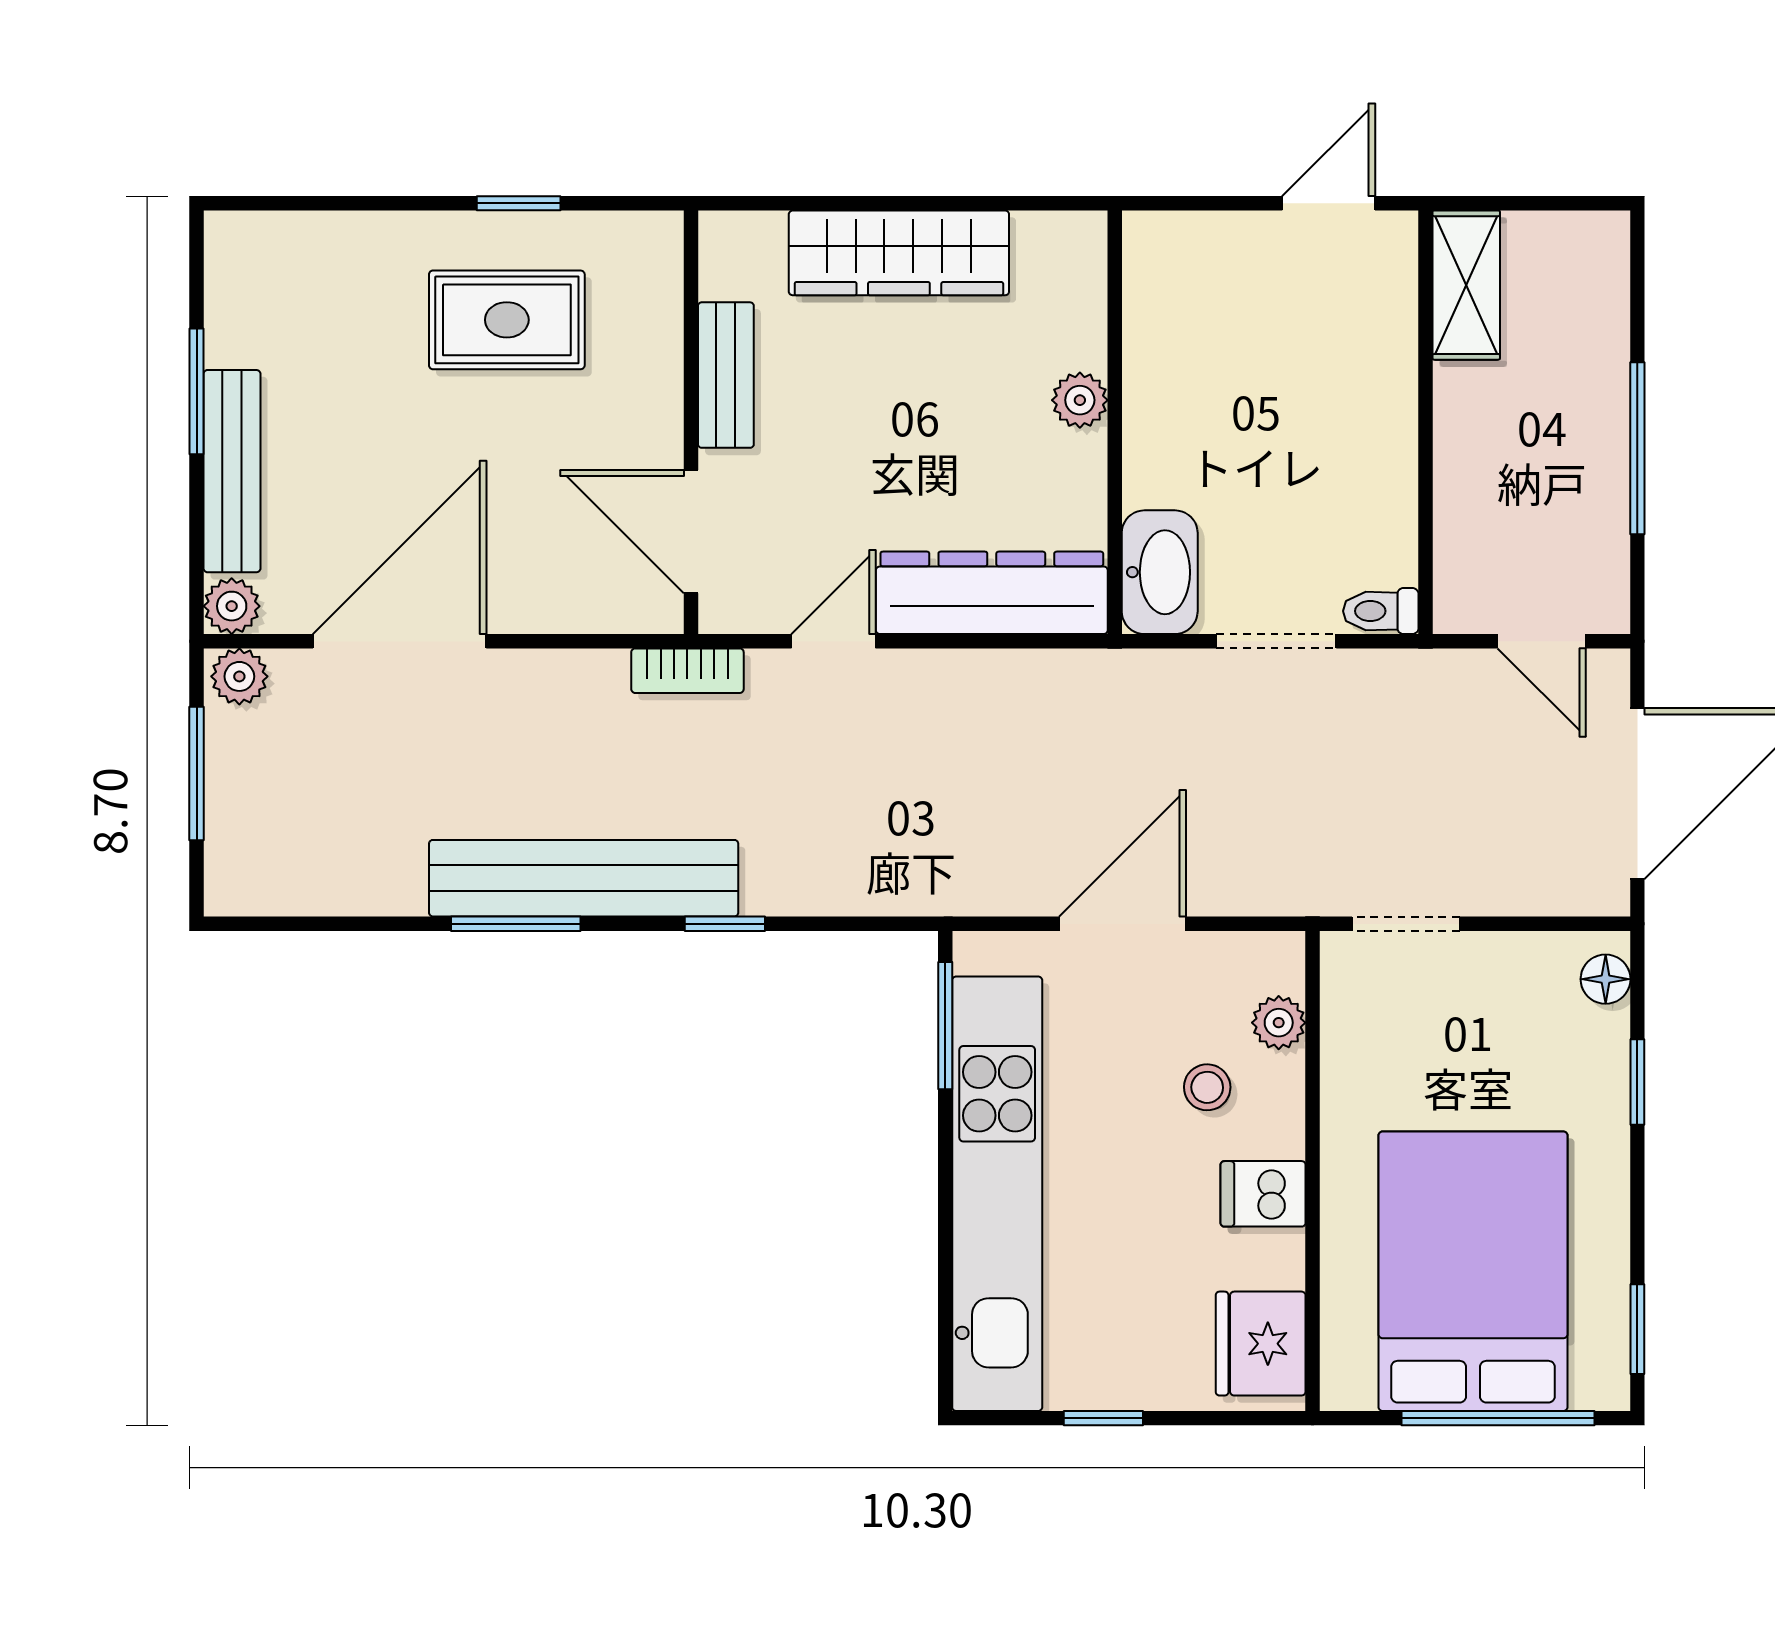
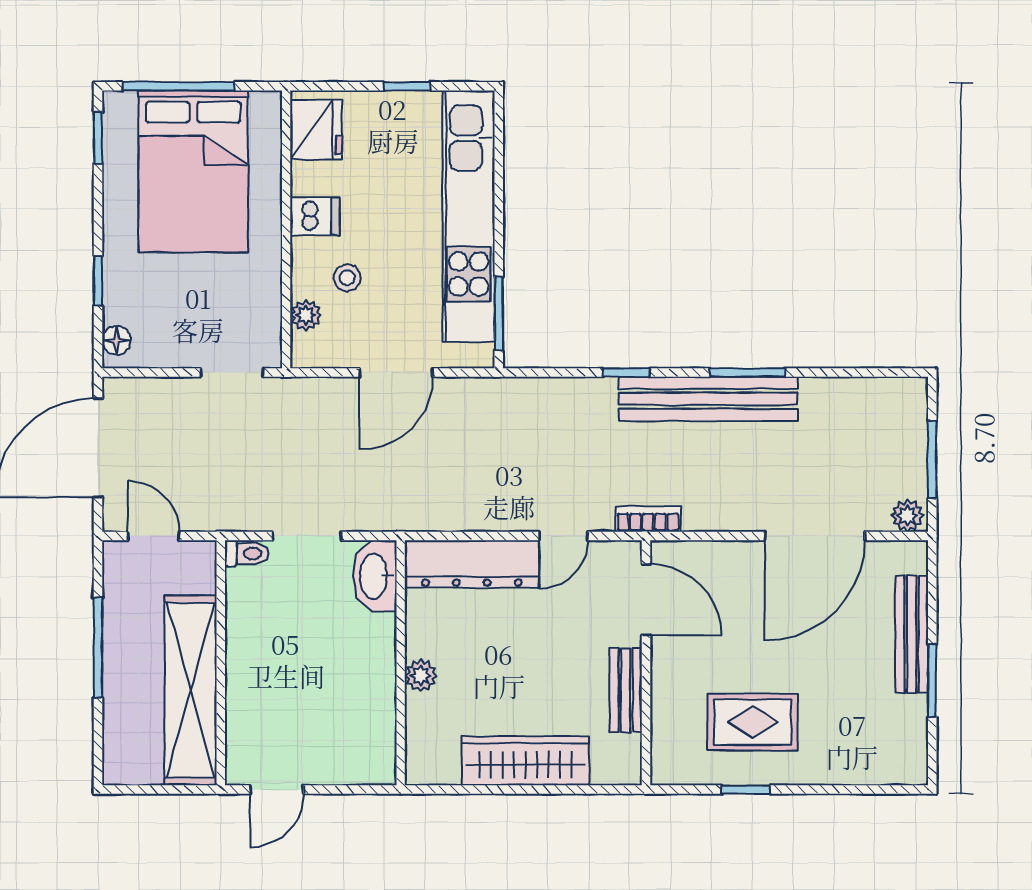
shelving: (1466, 285) -> (191, 690), width x2.20, depth x1.33
plant: (232, 606) -> (912, 556), removed

